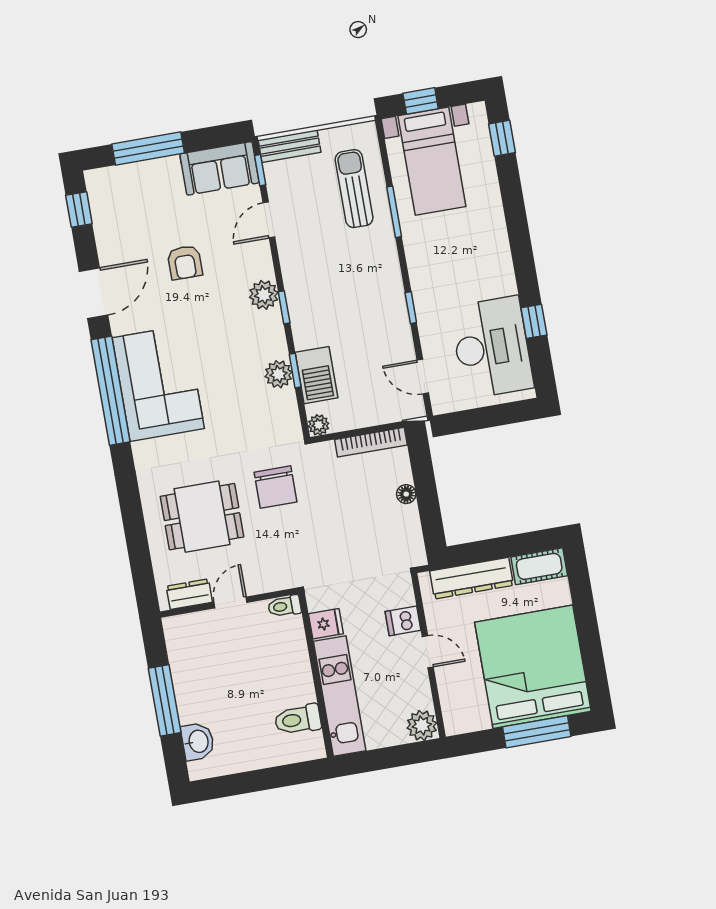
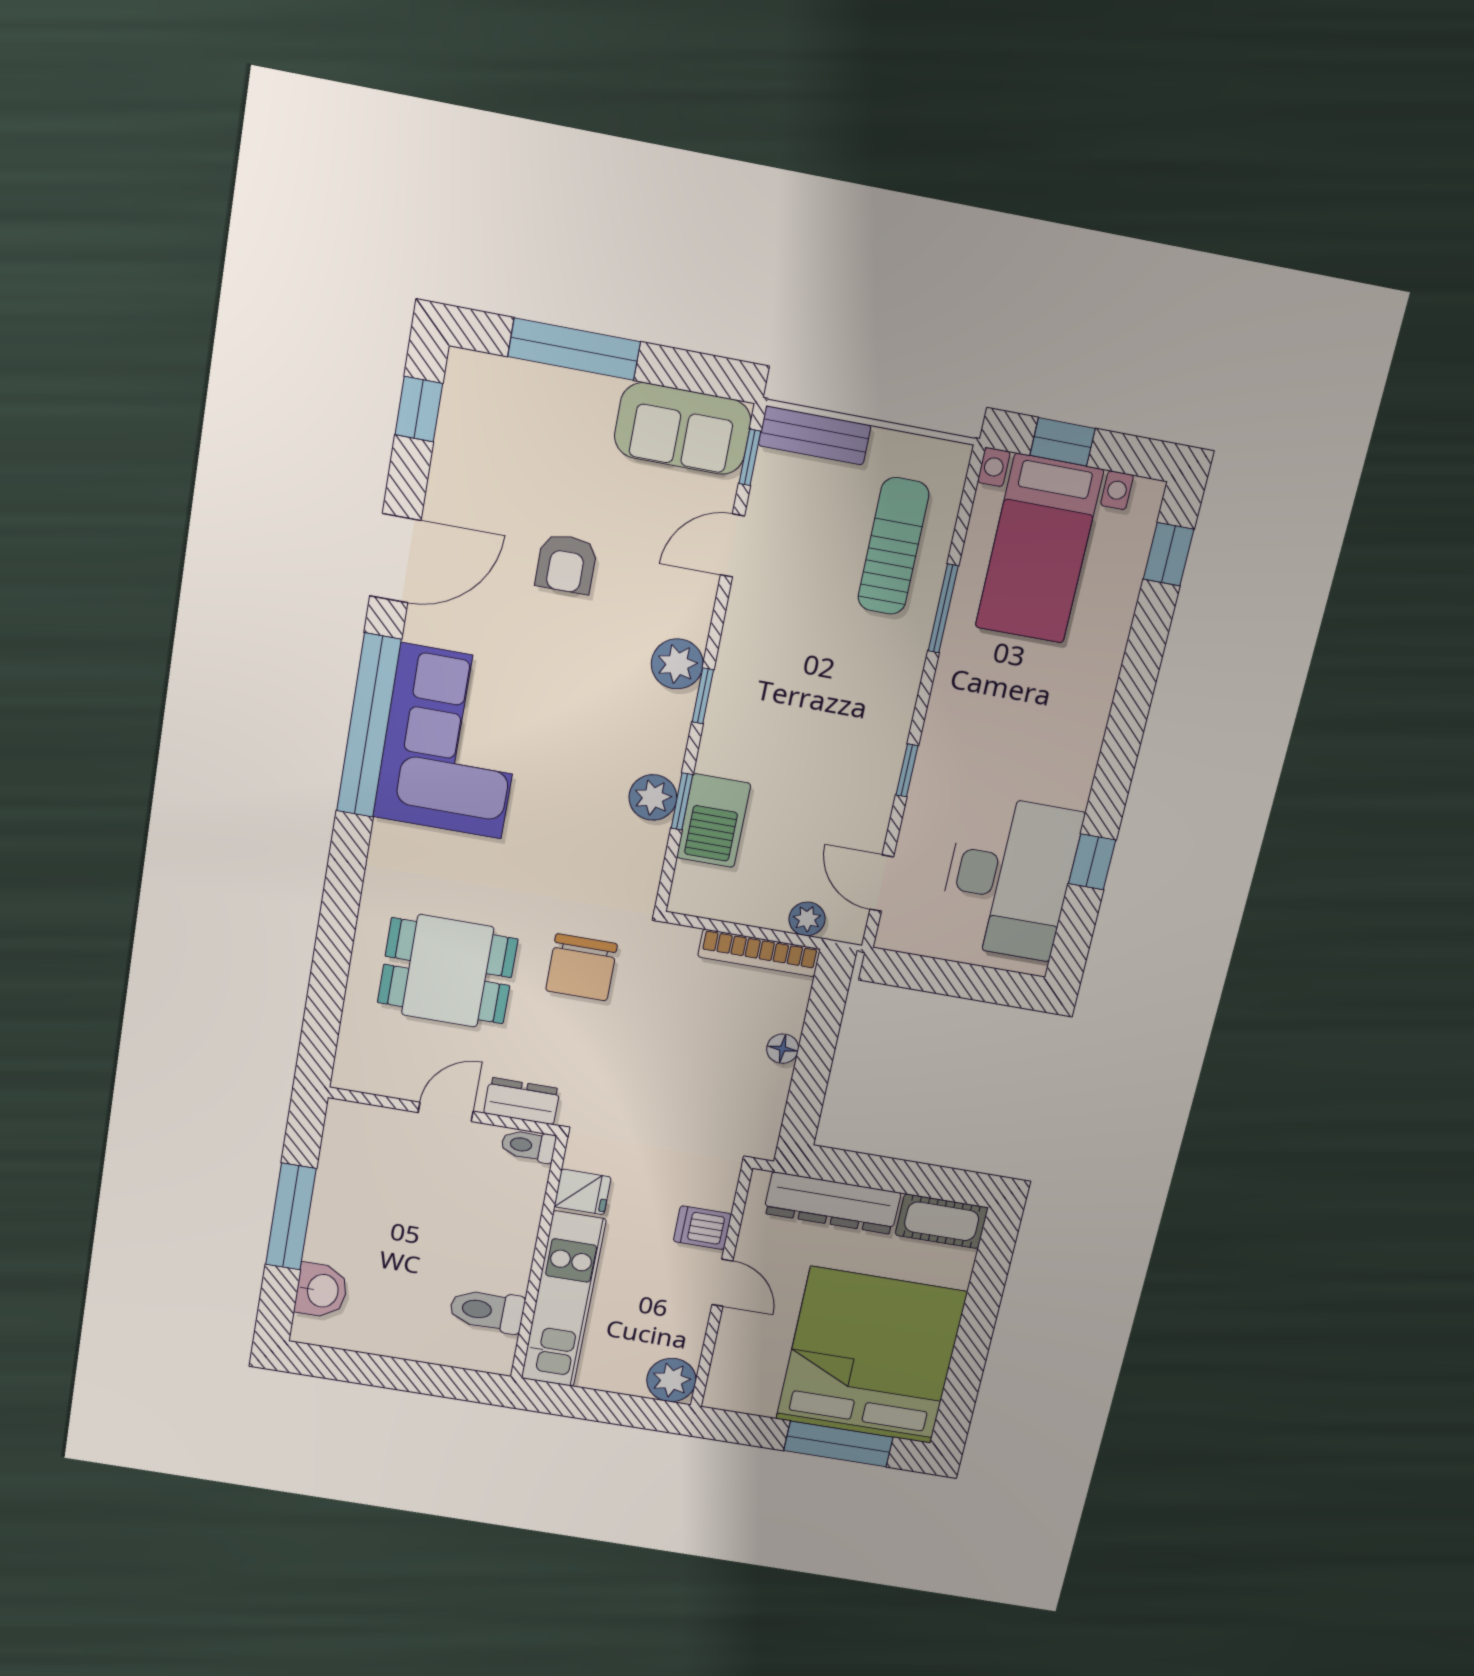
plant: (319, 425) -> (807, 919), moved
dresser: (189, 594) -> (522, 1101), moved

